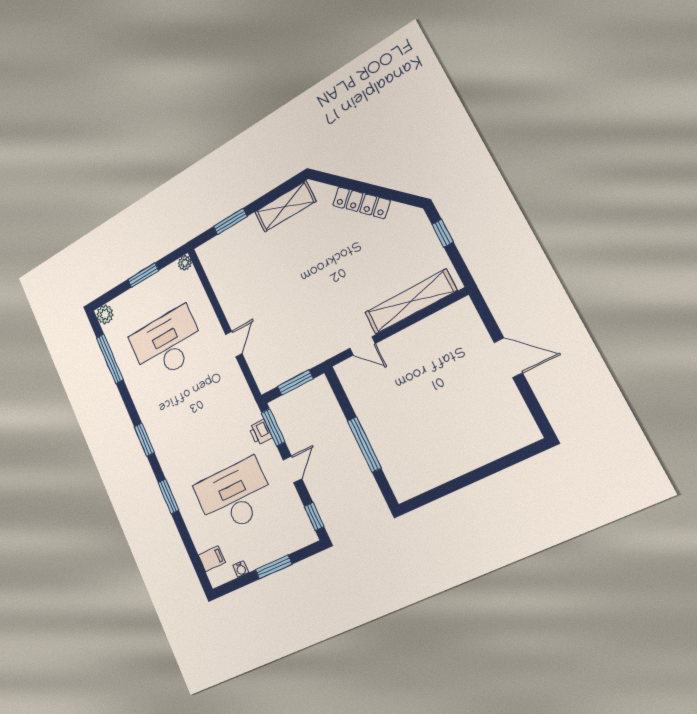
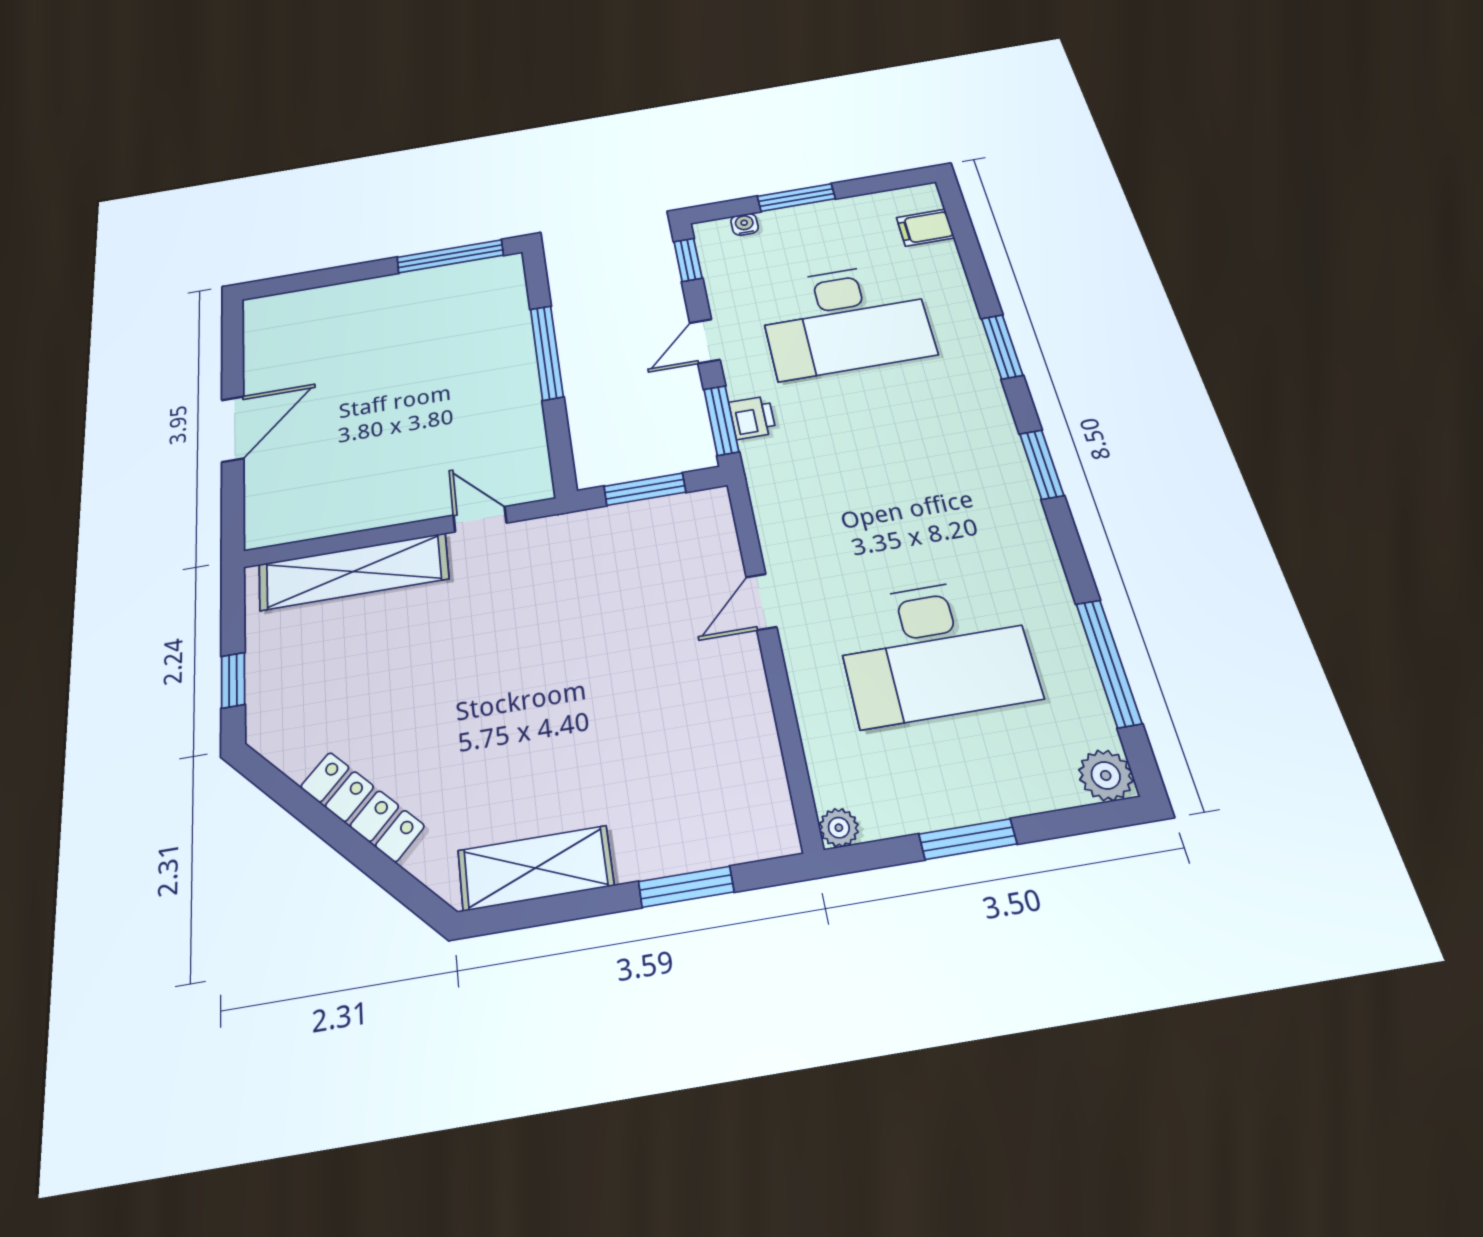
door: (508, 358) -> (233, 429), swing flipped
window: (437, 493) -> (450, 256), added
water cooler: (241, 569) -> (745, 224), moved

